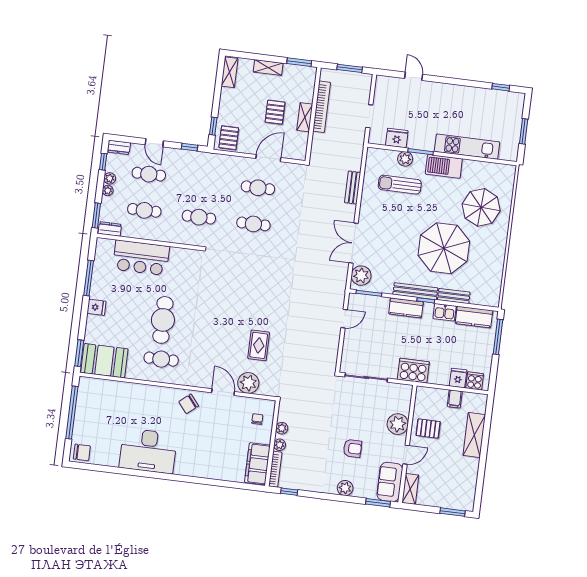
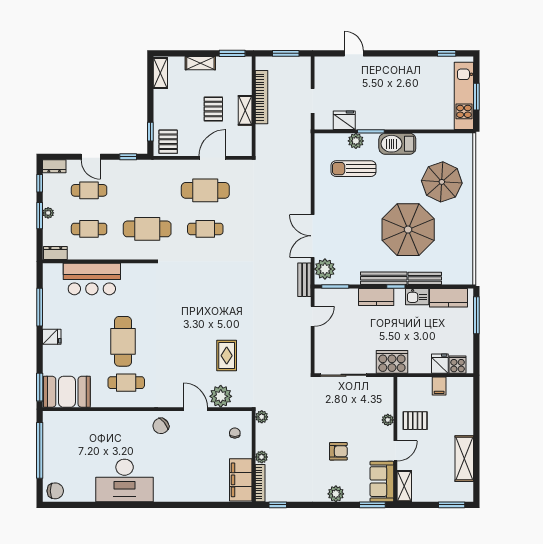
kitchen unit: (467, 147) -> (464, 96), moved, turned -90
plant: (110, 178) -> (49, 200), removed
cafe table: (258, 188) -> (205, 190), width x1.37, depth x1.35
bench: (353, 188) -> (304, 280), moved
window: (96, 215) -> (40, 216), moved
cafe table: (199, 217) -> (147, 229), width x1.37, depth x1.35
plant: (398, 424) -> (388, 420), width x0.53, depth x0.53
plant: (282, 428) -> (262, 417), moved
shelving: (474, 435) -> (464, 459), moved

